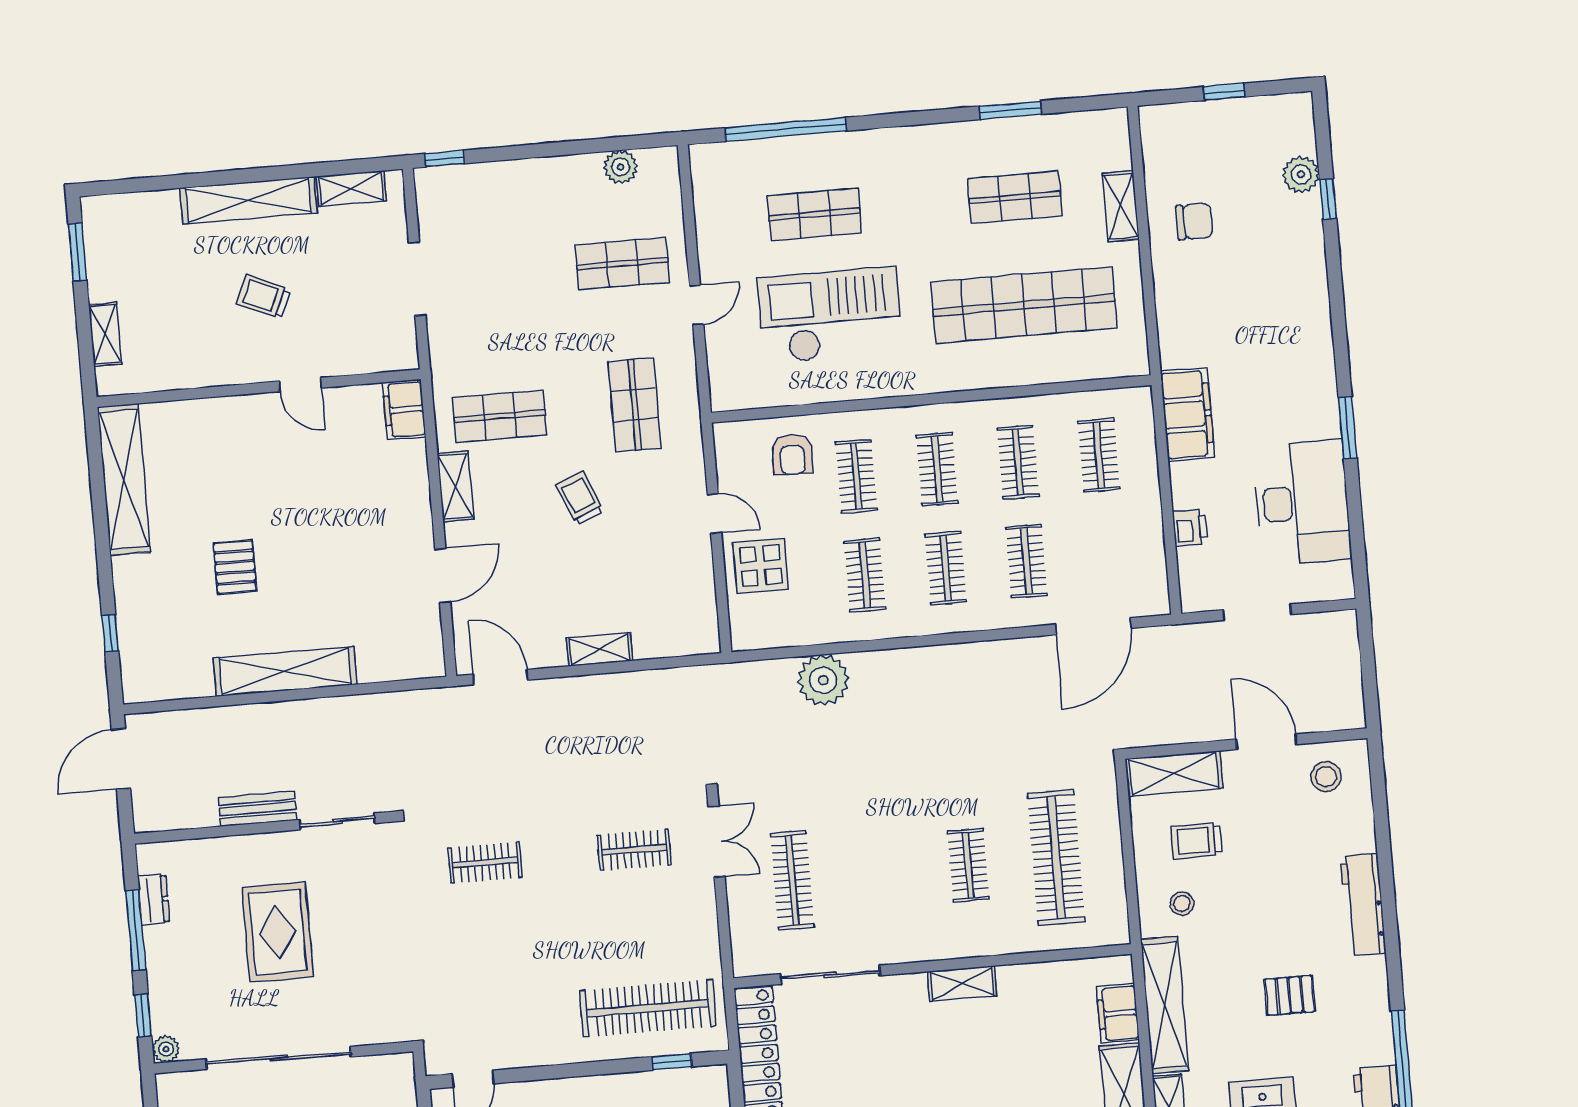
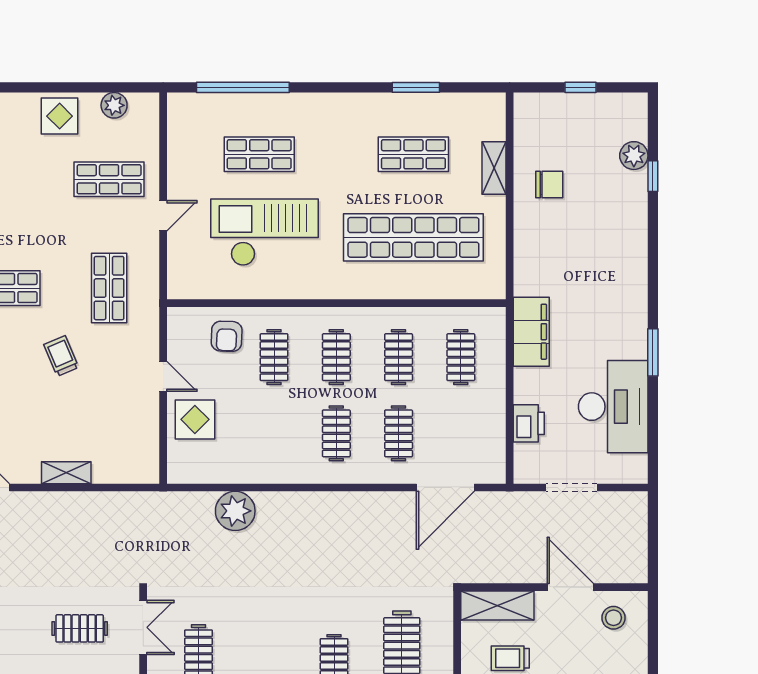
display table: (551, 187) -> (60, 116), added
printer: (1190, 528) -> (529, 423), width x1.36, depth x1.24
clothes rail: (865, 575) -> (274, 433), removed

